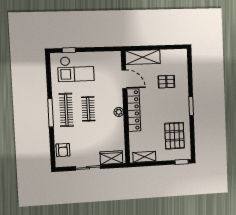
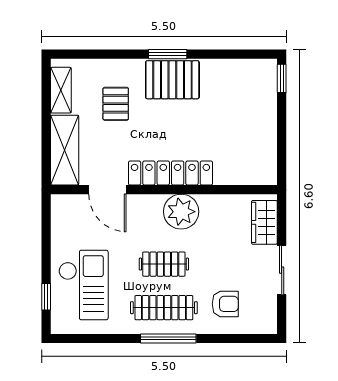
door: (124, 79) -> (107, 190), swing flipped
plant: (119, 112) -> (181, 212), width x1.88, depth x1.88
pallet: (174, 136) -> (172, 80), moved
armchair: (63, 150) -> (225, 304), moved
shelving: (144, 157) -> (61, 90), moved

